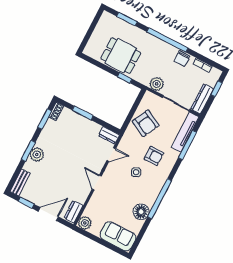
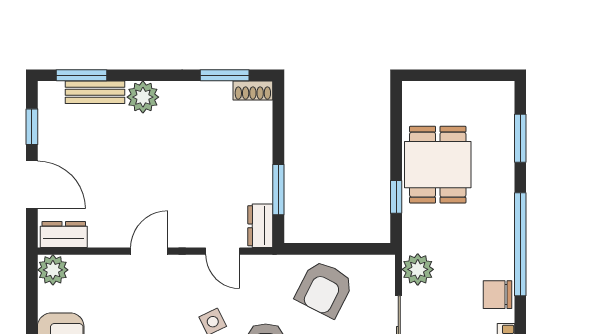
window: (83, 113) -> (278, 190), moved
window: (28, 151) -> (82, 75), moved
bench: (20, 182) -> (95, 92), moved

